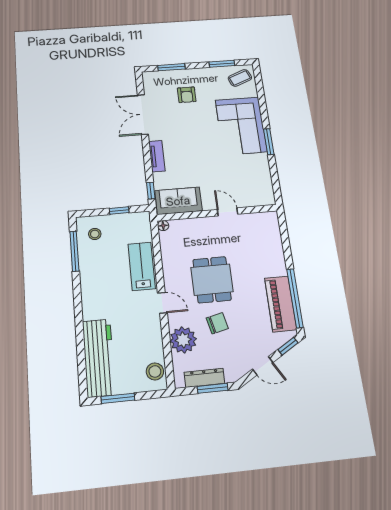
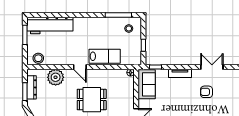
armchair: (187, 95) -> (206, 92), moved
double door: (143, 114) -> (212, 67), width x0.73
door: (162, 303) -> (80, 67), hinge flipped
chair: (217, 323) -> (64, 99), removed

